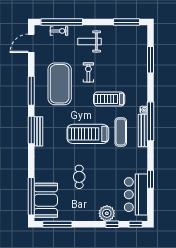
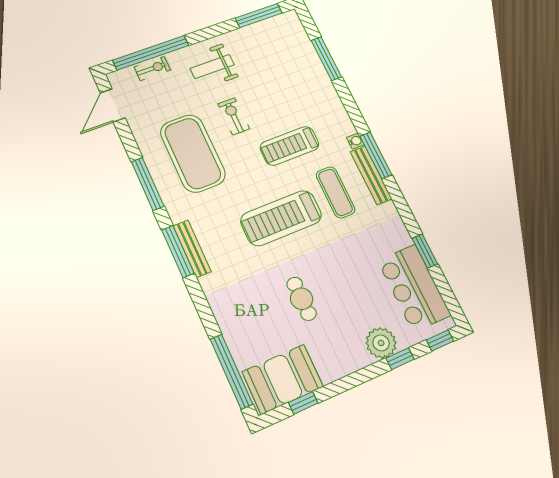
window: (151, 121) -> (376, 155), width x0.68
booth: (46, 200) -> (283, 379), moved, turned 90
window: (57, 224) -> (303, 403), width x0.46

